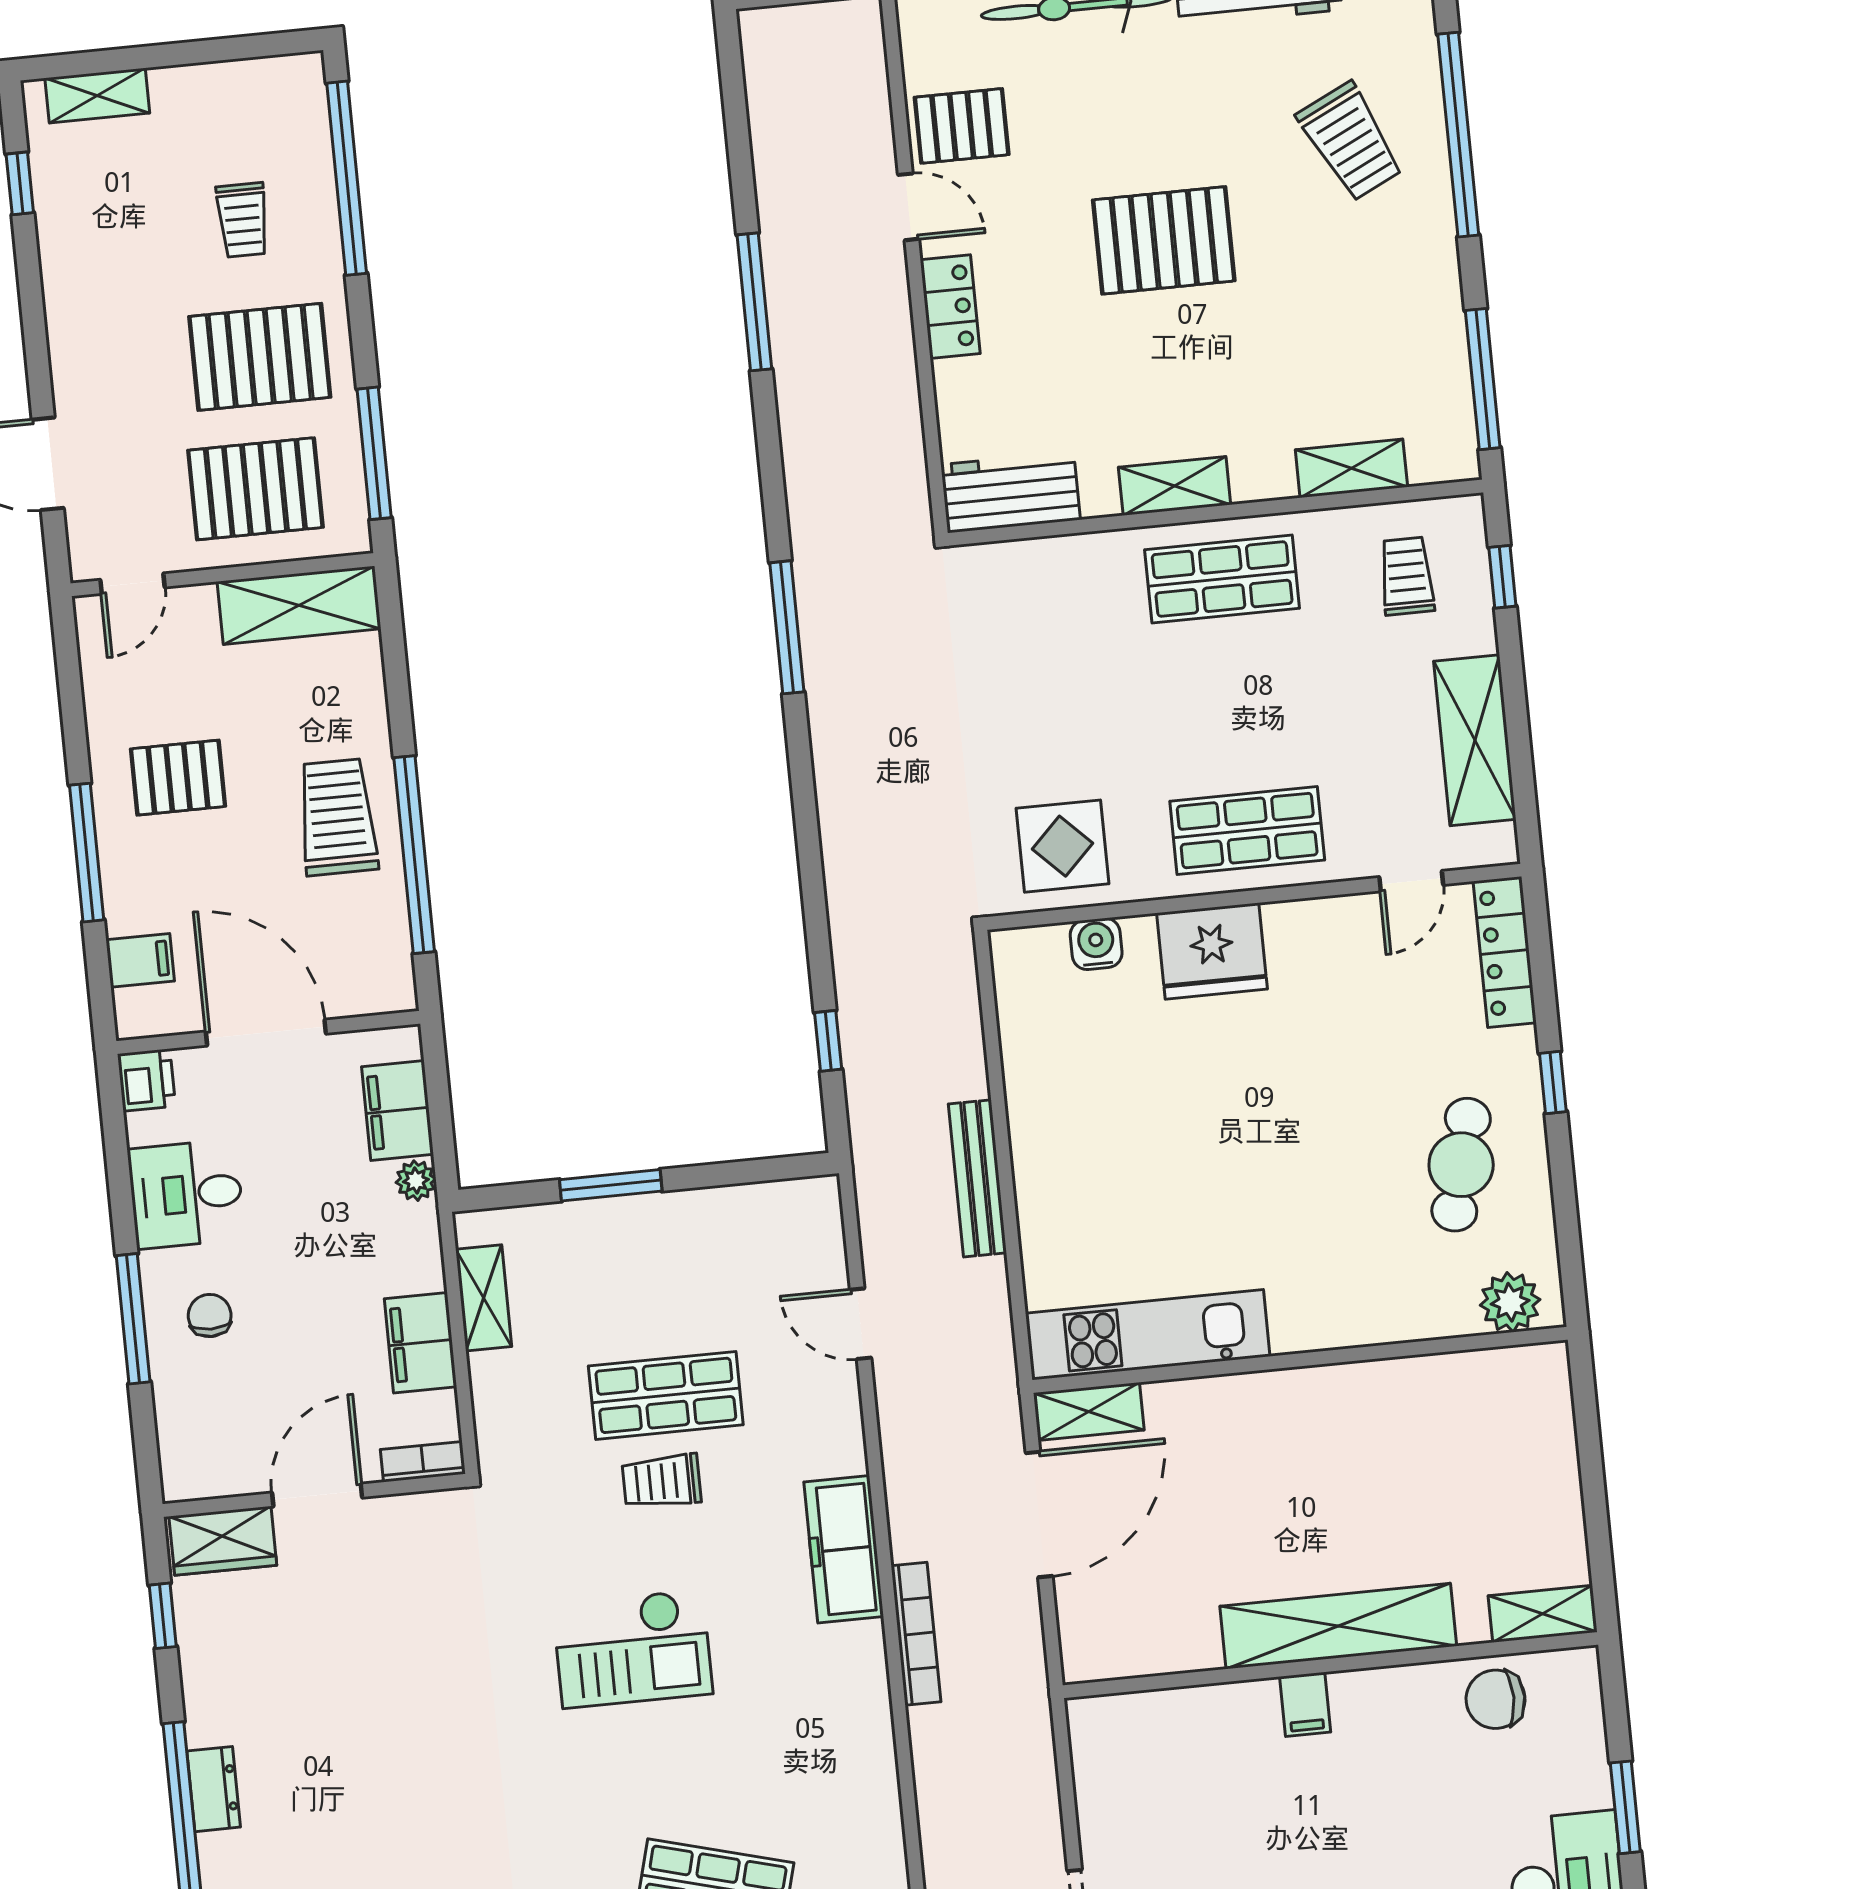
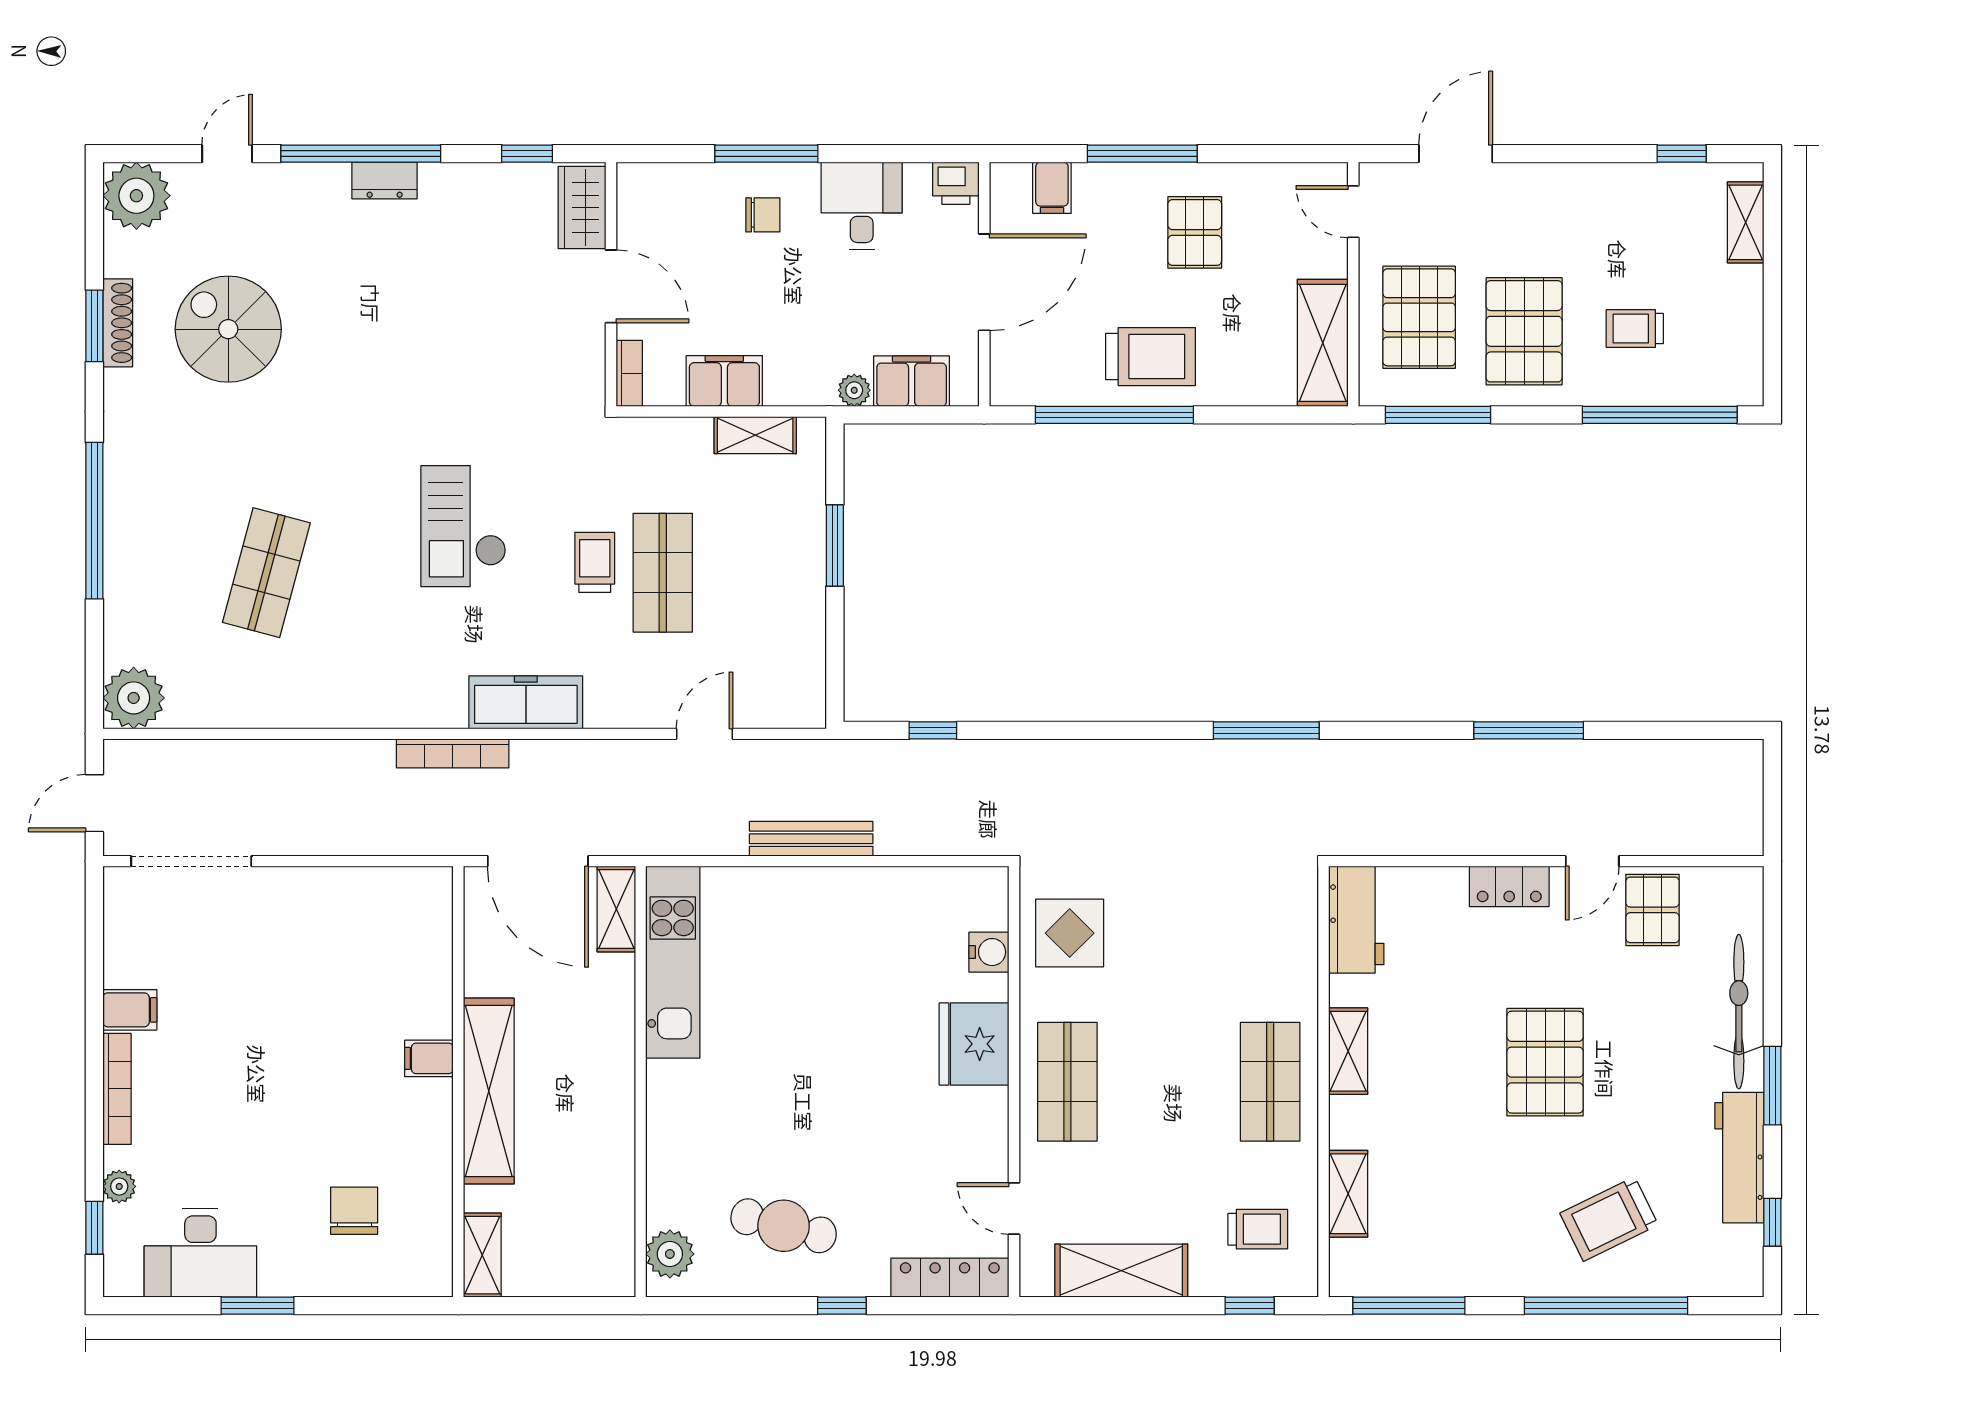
shelving: (1543, 1614) -> (482, 1255), moved
shelving: (1338, 1626) -> (489, 1091), moved
wall: (1330, 1665) -> (458, 1082), moved
filing cabinet: (1305, 1704) -> (429, 1058), moved

